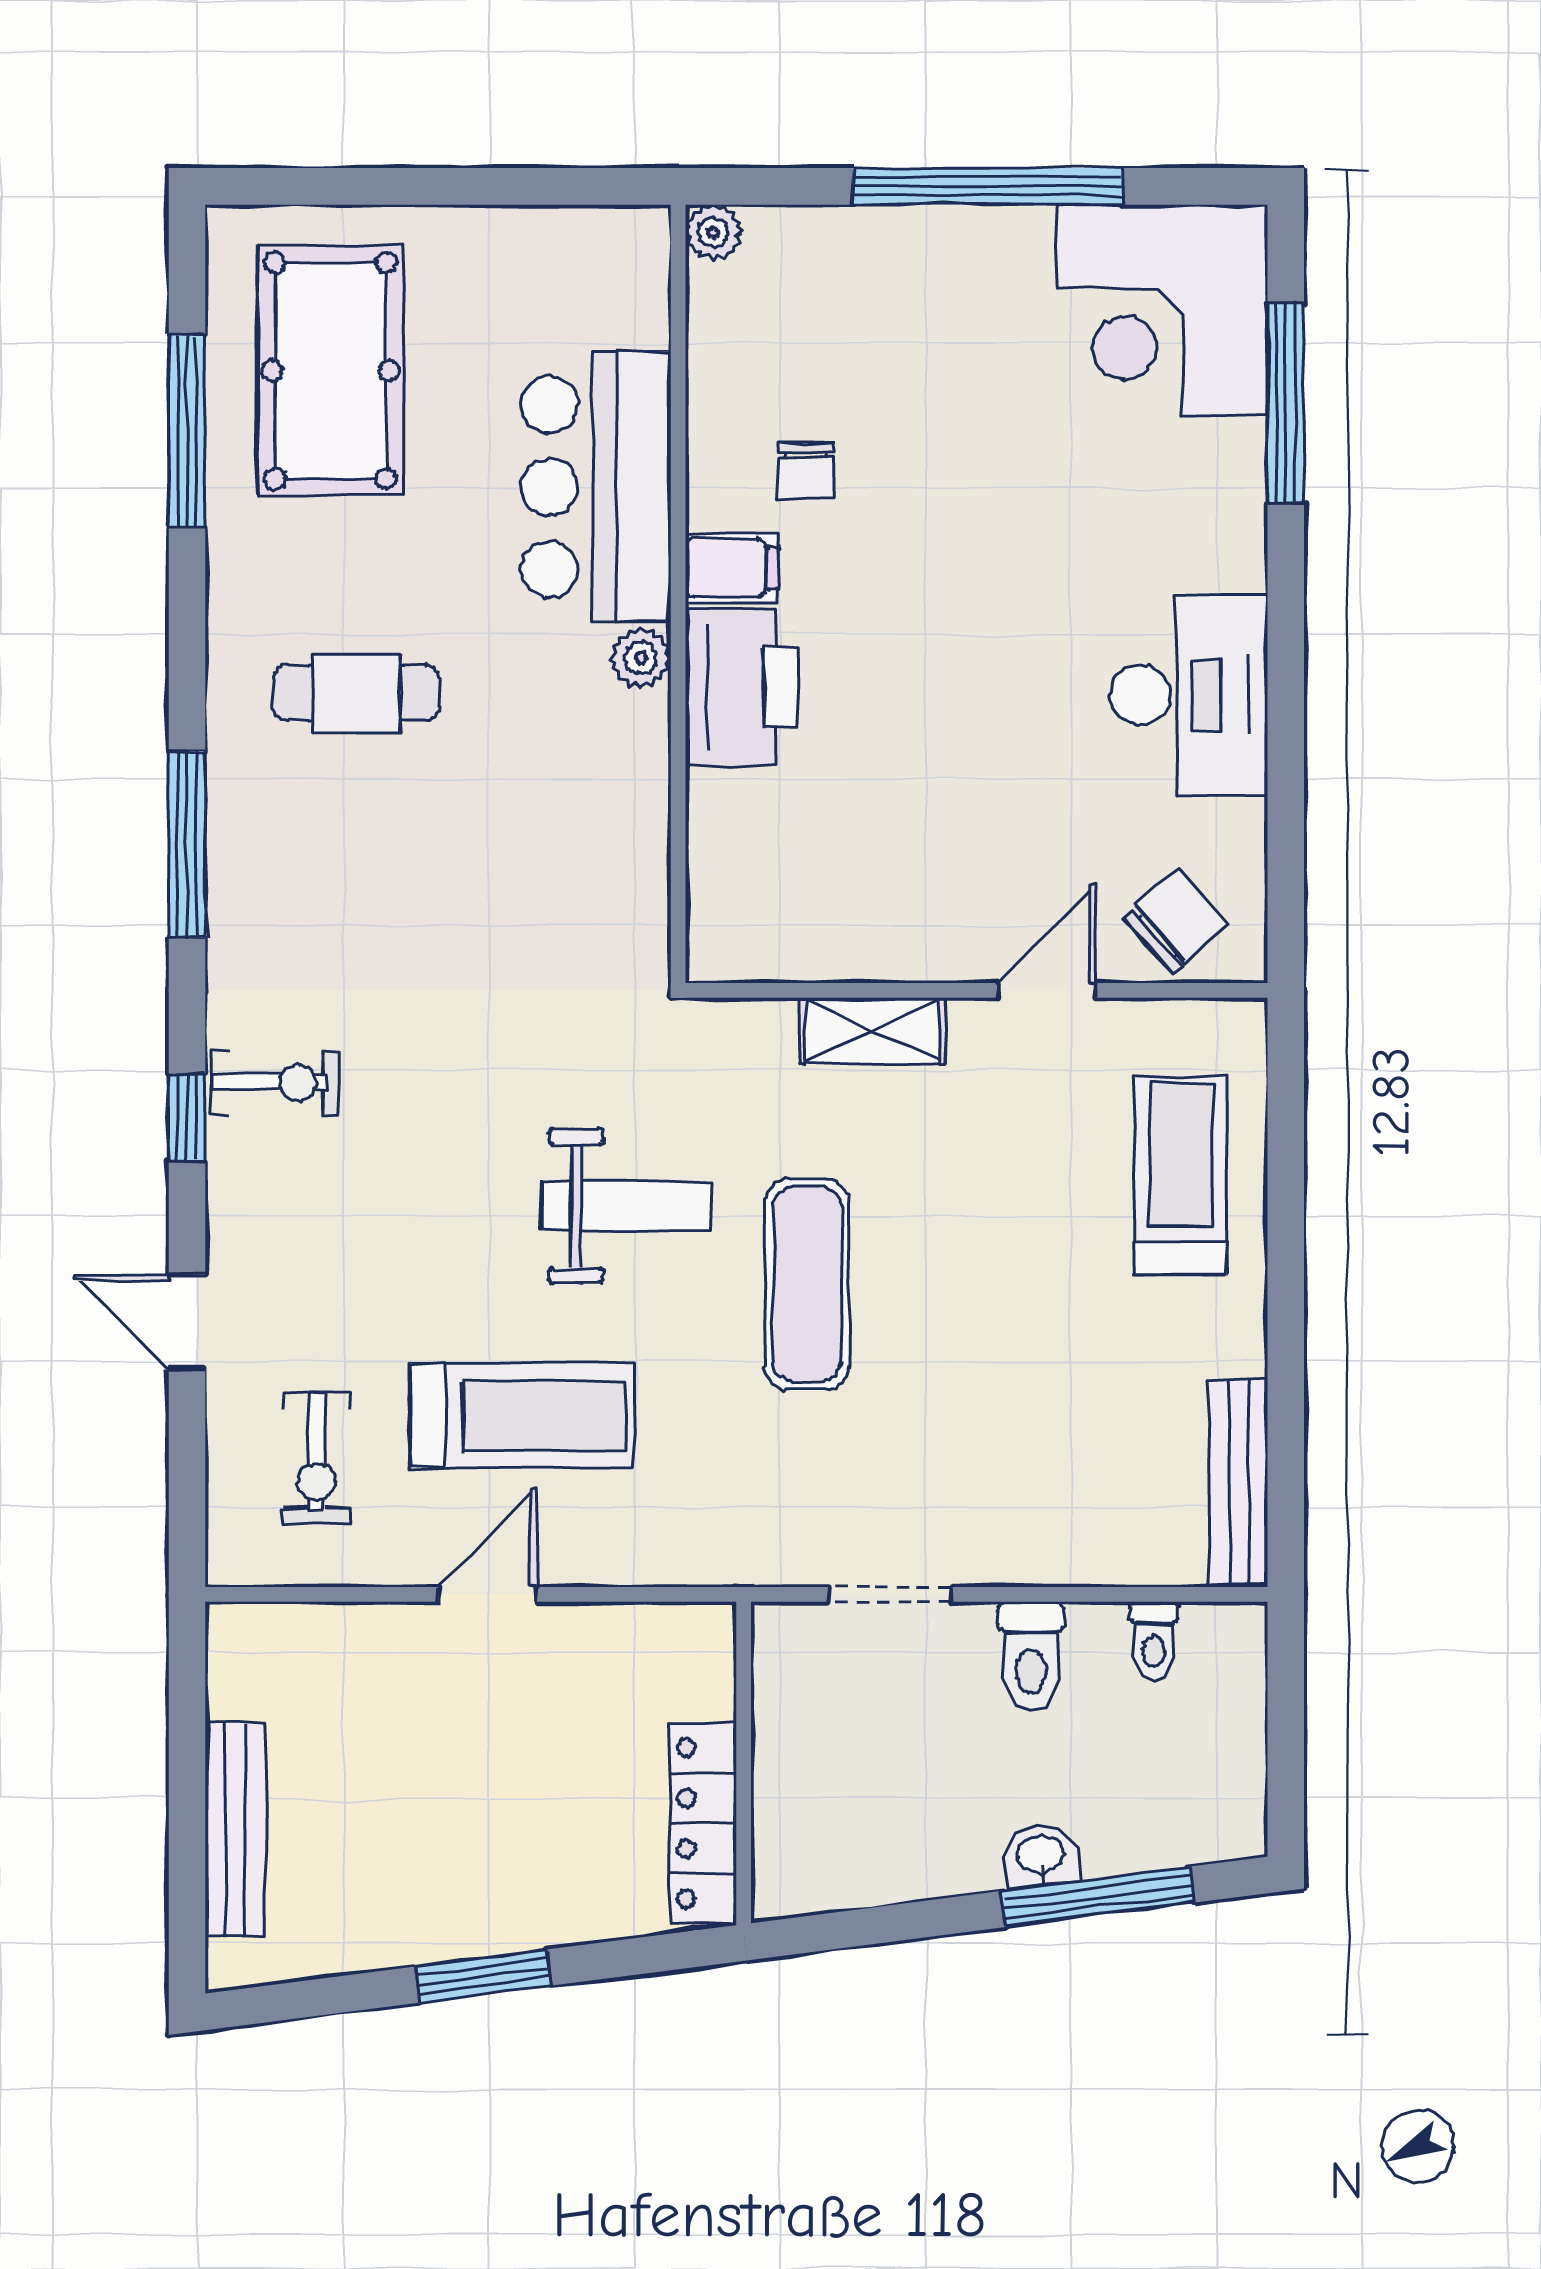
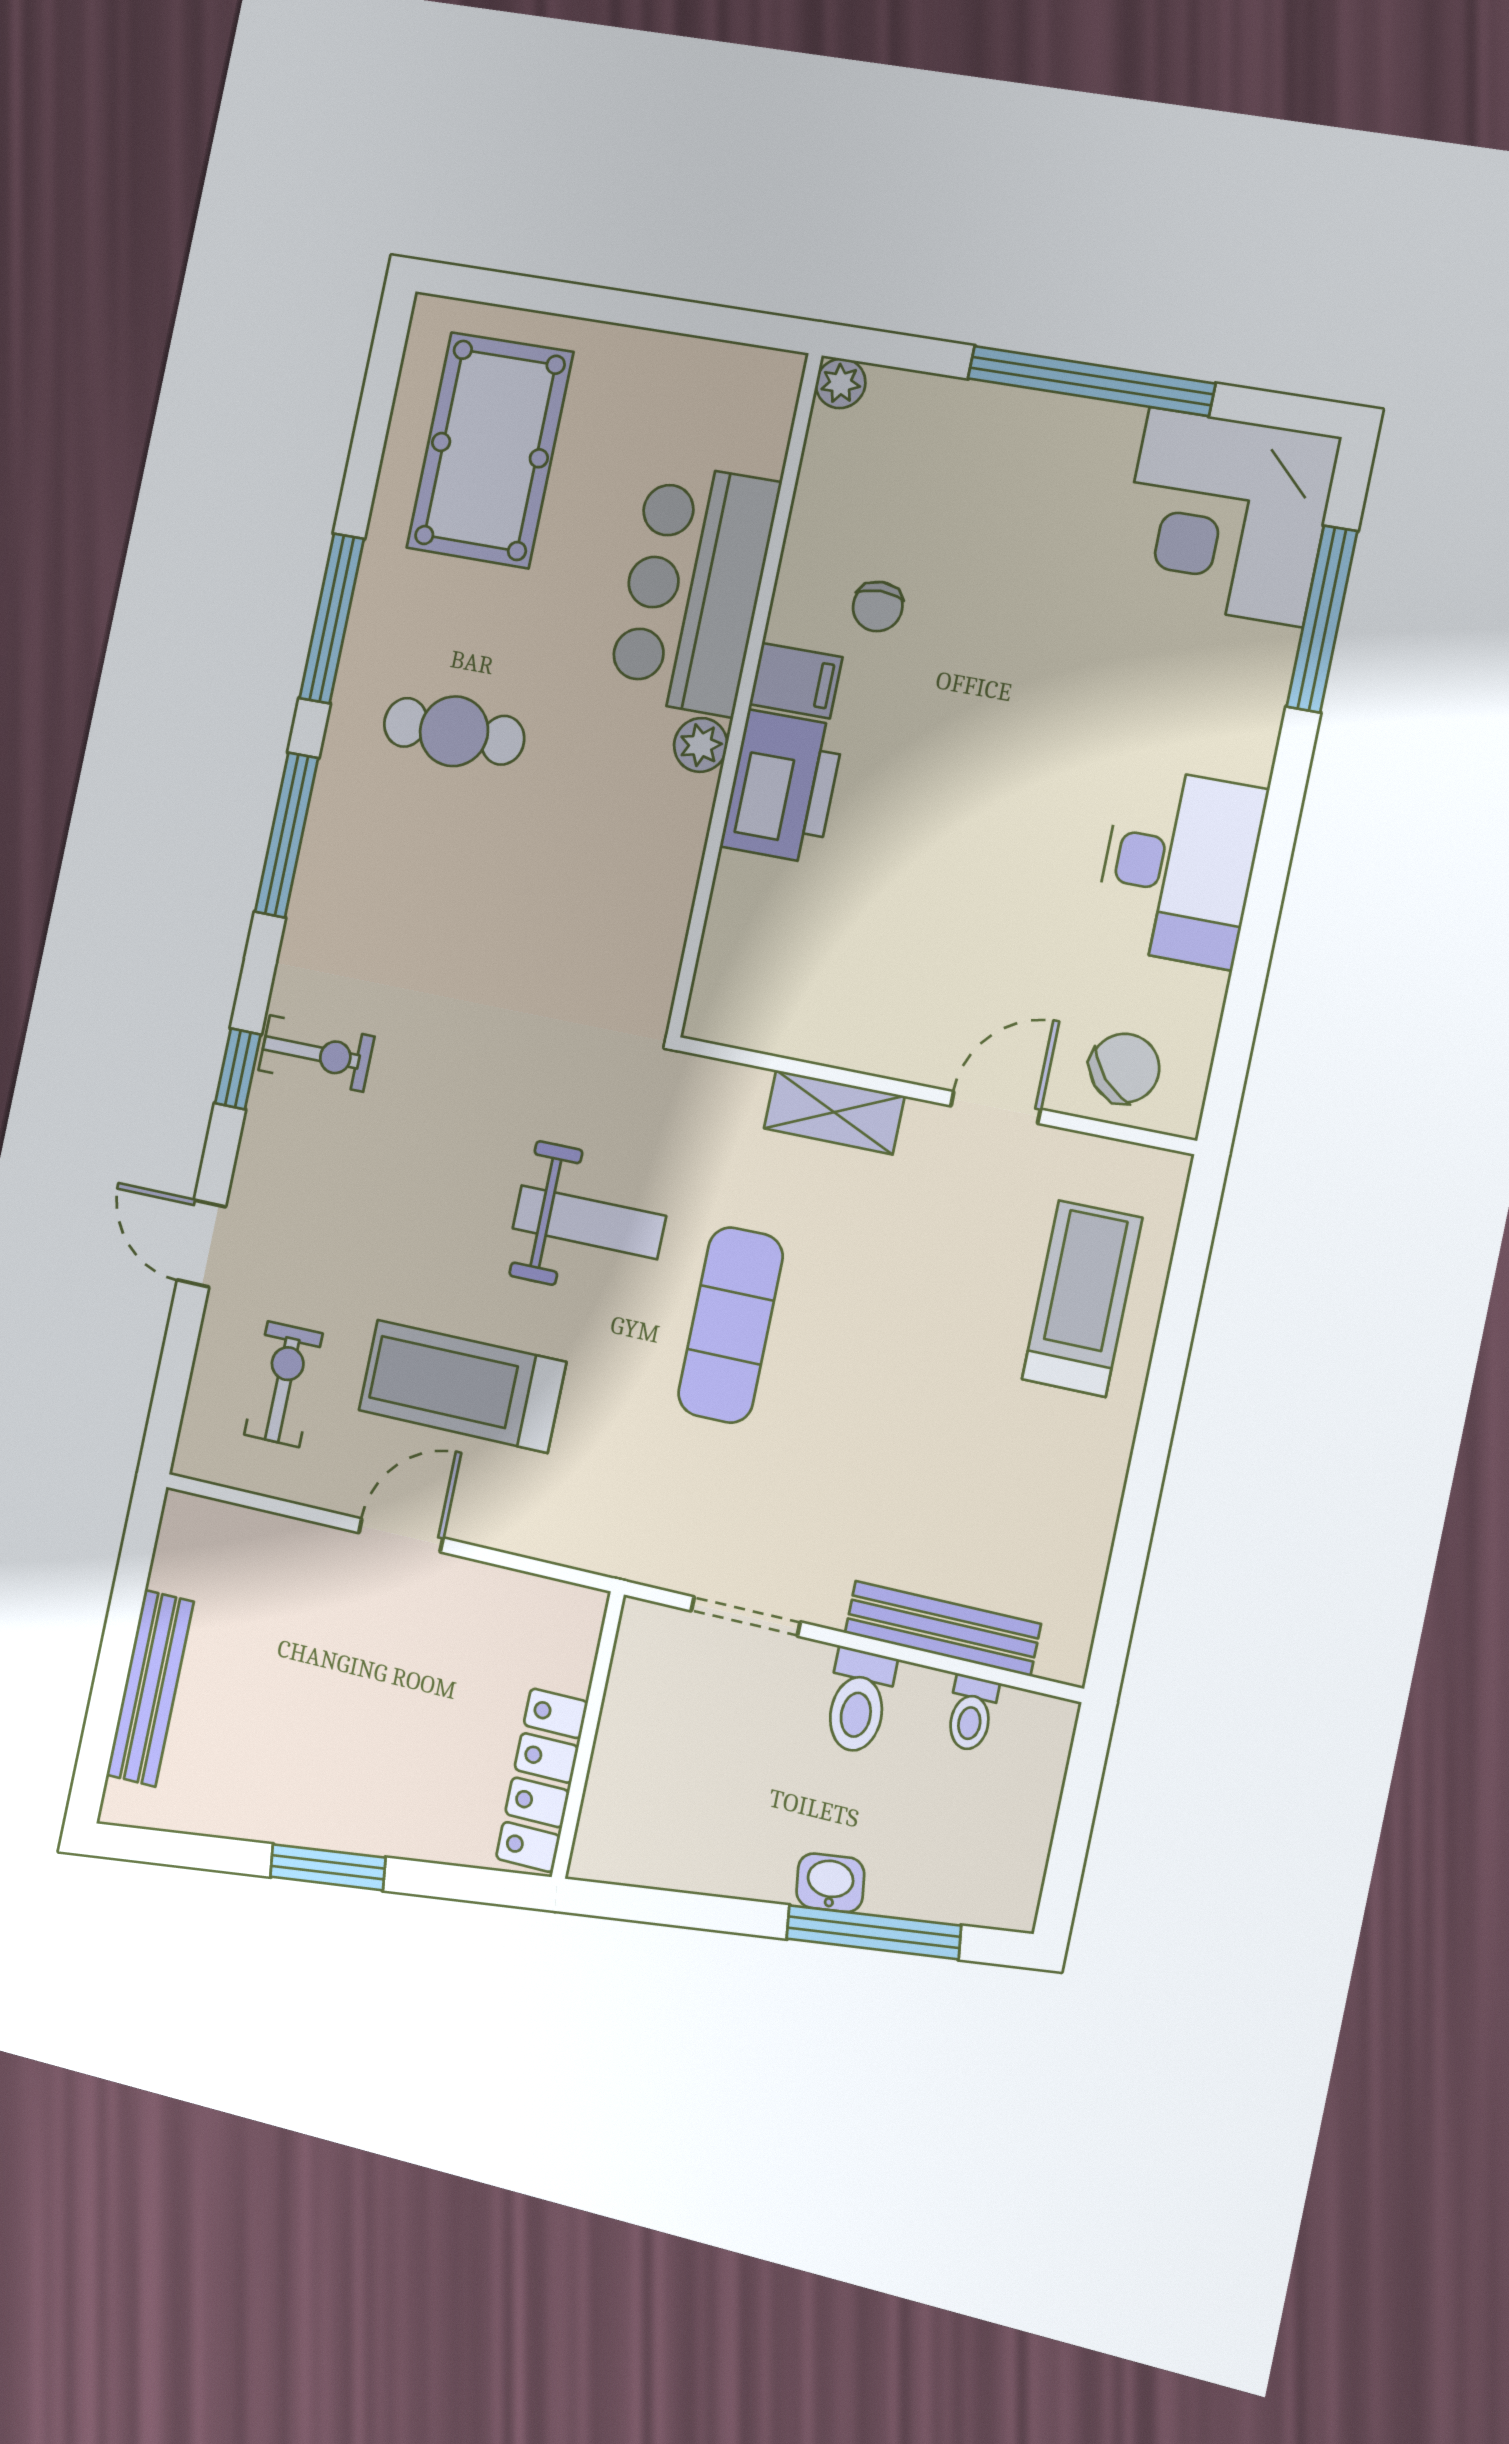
window: (187, 431) -> (332, 618), moved
treadmill: (522, 1416) -> (462, 1386), turned 180
exercise bike: (317, 1458) -> (283, 1384), turned 180
bench: (1239, 1484) -> (942, 1628), moved, turned 90

